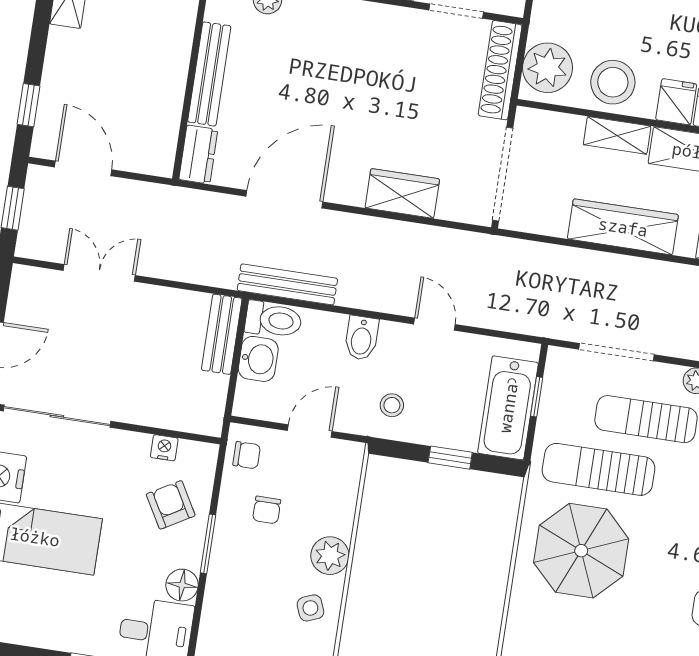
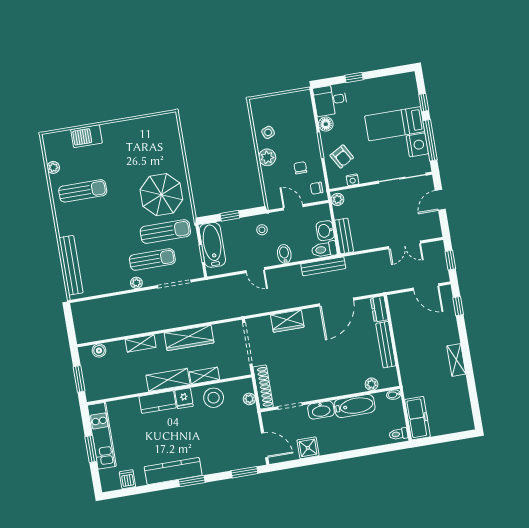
plant: (548, 68) -> (249, 399), width x0.53, depth x0.53
plant: (210, 417) -> (338, 199), added
door: (310, 431) -> (293, 207), swing flipped

